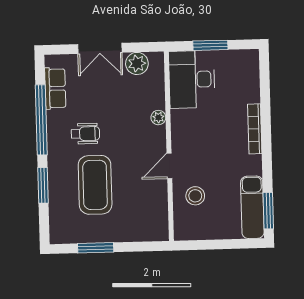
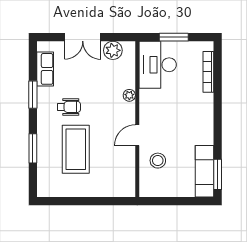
window: (41, 120) -> (33, 95), width x0.47
bookcase: (255, 129) -> (208, 72), moved
window: (96, 248) -> (75, 201), removed

